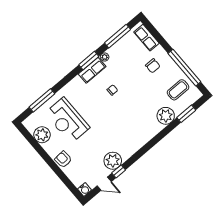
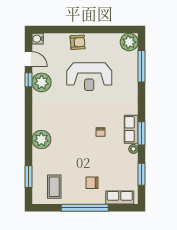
window: (117, 36) -> (142, 174), width x0.69
window: (184, 68) -> (85, 208), moved
plant: (166, 116) -> (41, 139), moved
reception desk: (67, 120) -> (89, 77), moved, turned 180
plant: (42, 135) -> (129, 42), moved
door: (104, 184) -> (28, 59), swing flipped

